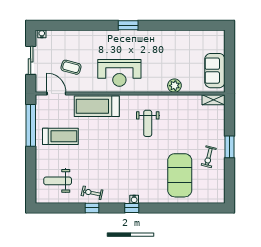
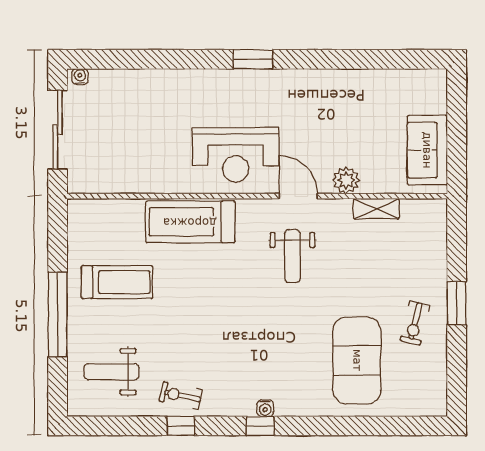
sliding door: (31, 60) -> (58, 130), width x1.37
coffee table: (71, 67) -> (139, 143), removed
door: (56, 93) -> (298, 196), moved
shelving: (214, 100) -> (376, 209), moved
window: (31, 125) -> (58, 315), moved

